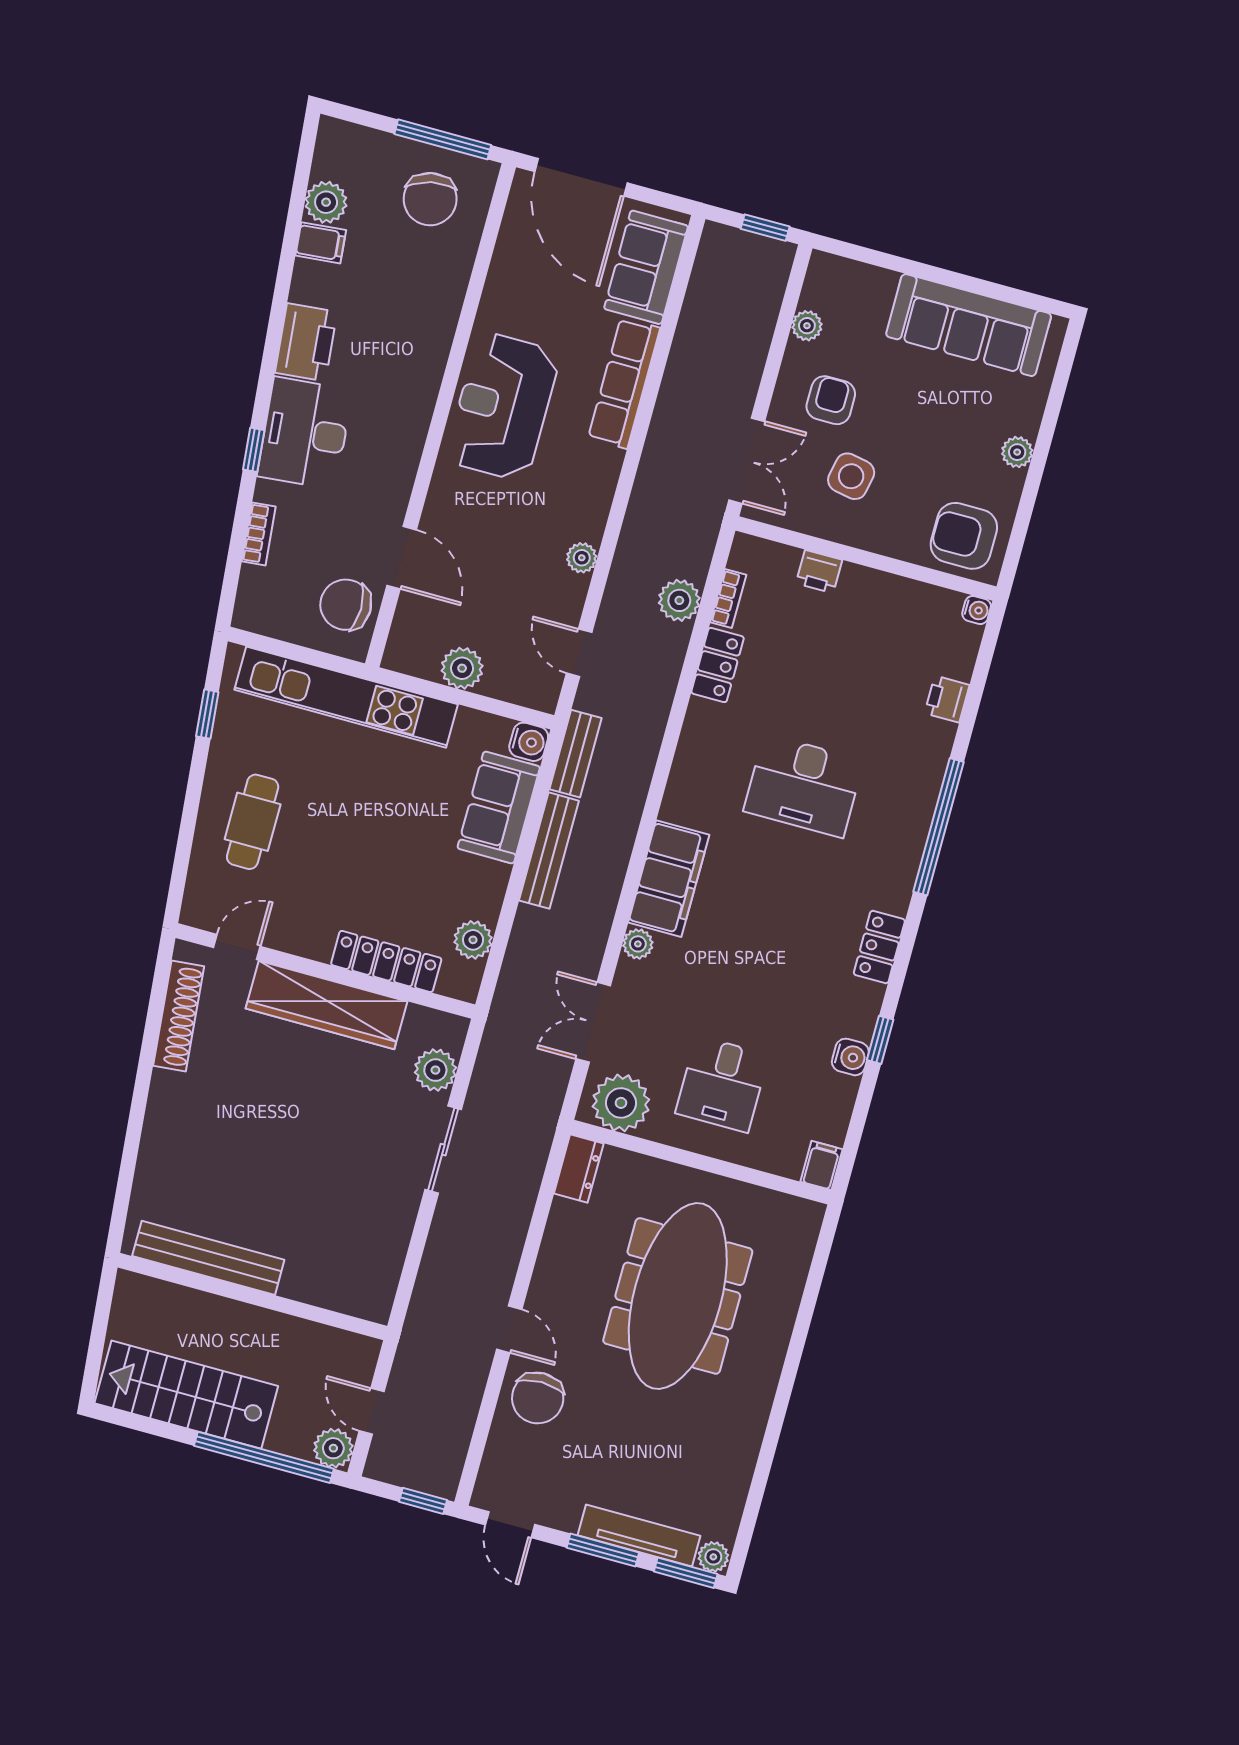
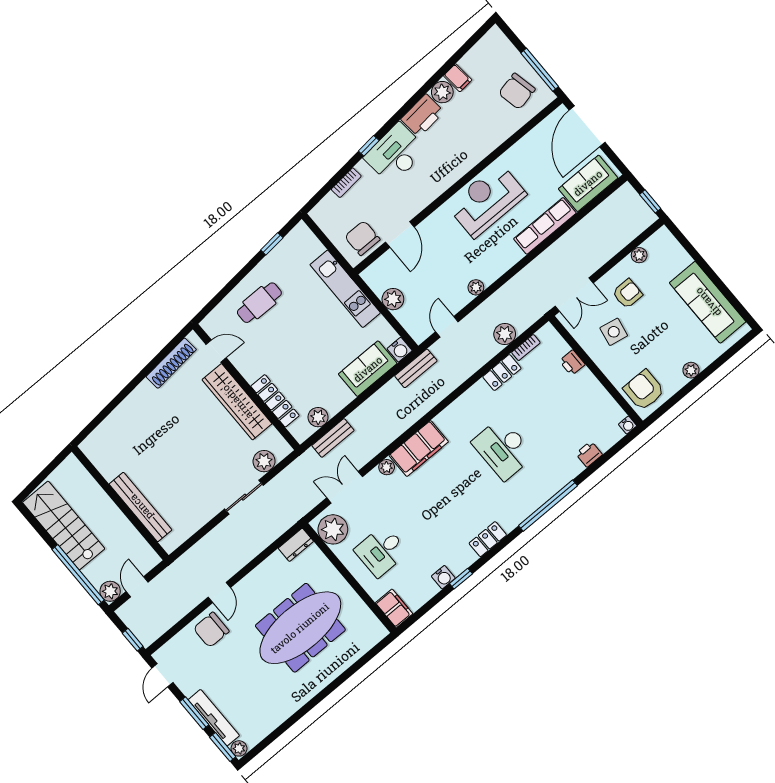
plant: (326, 202) -> (442, 92), moved
kitchen unit: (346, 697) -> (345, 289), width x0.73
bench: (549, 851) -> (333, 438), moved, width x0.73
filing cabinet: (822, 1165) -> (394, 608), width x2.00
bench: (208, 1258) -> (141, 507), moved

